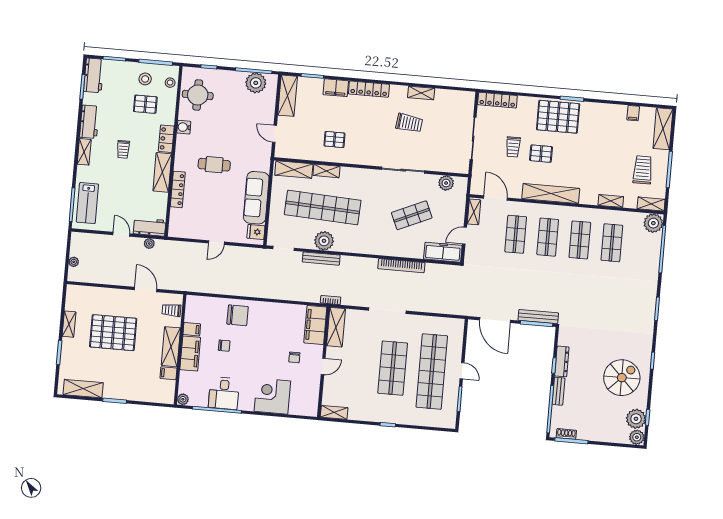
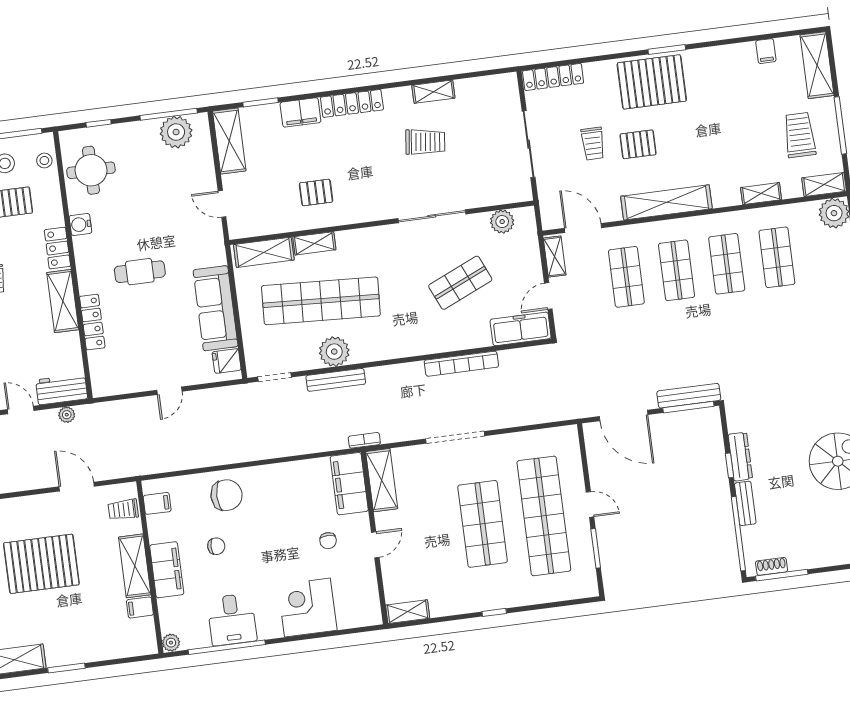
filing cabinet: (192, 329) -> (157, 503), moved

